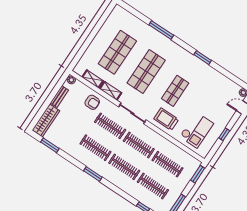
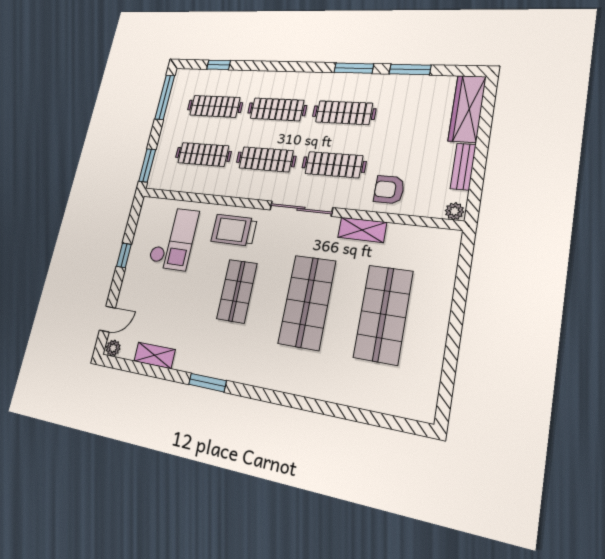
window: (161, 30) -> (311, 405), removed
shelving: (93, 79) -> (155, 355), moved
trolley: (166, 119) -> (234, 230), turned 180
checkout: (196, 130) -> (173, 238), turned 180
window: (50, 145) -> (410, 69), moved
window: (93, 174) -> (354, 68), moved

